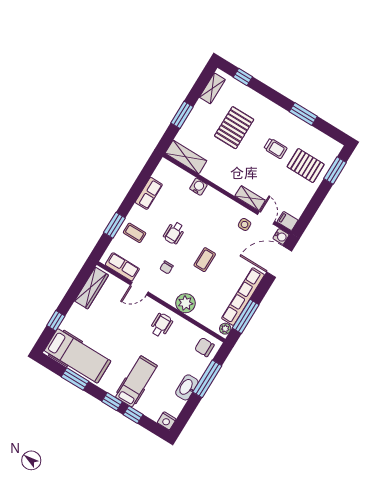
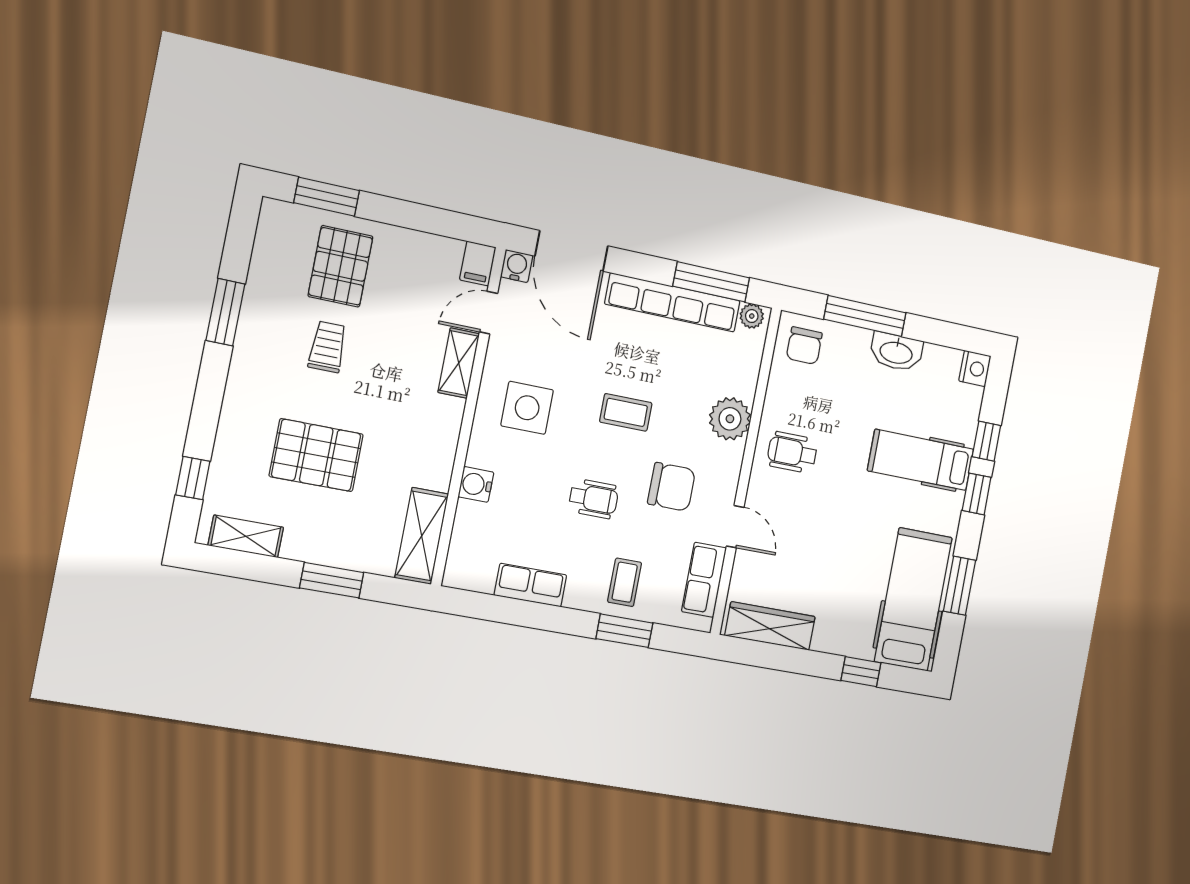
side table: (245, 224) -> (527, 408), moved, width x1.87, depth x1.87
chair: (167, 267) -> (672, 487), width x1.87, depth x1.87

